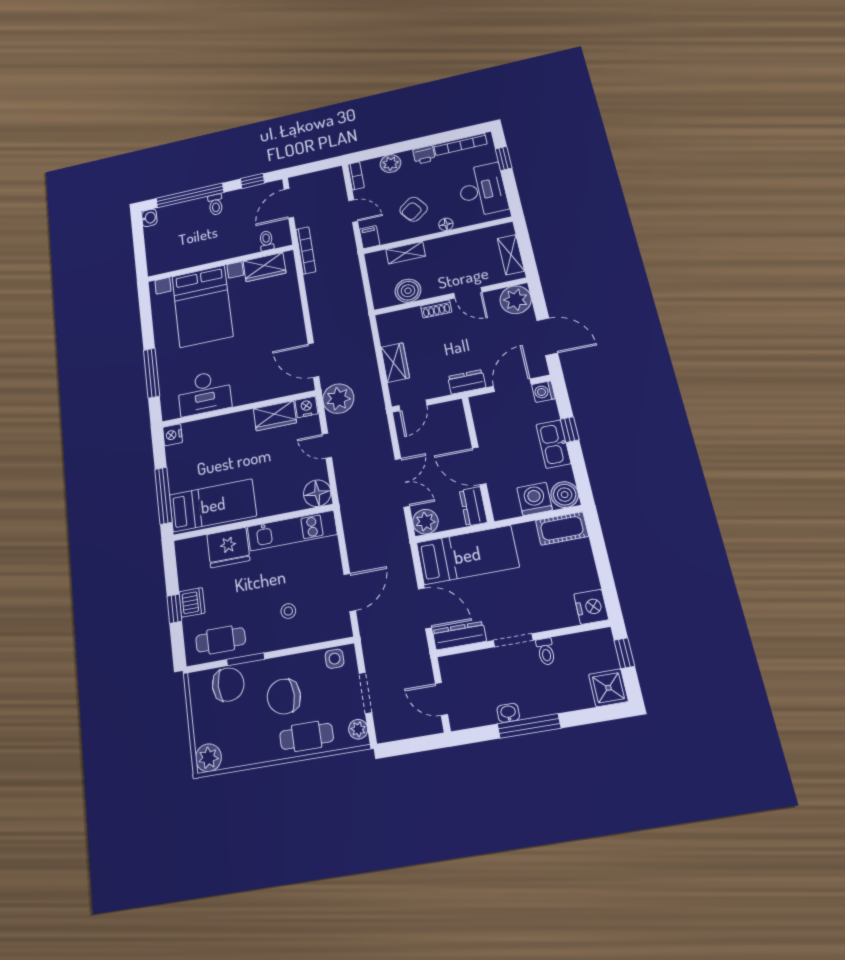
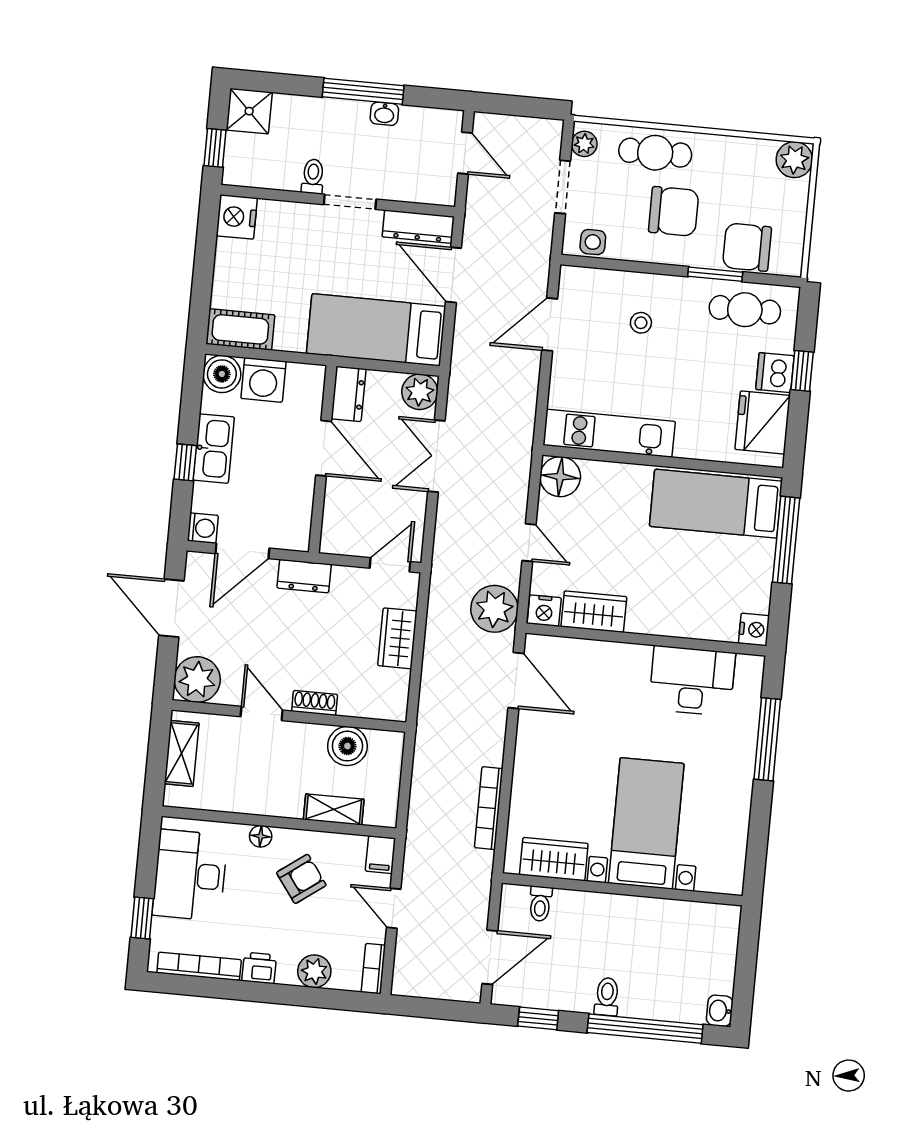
bookcase: (306, 250) -> (489, 808), moved
bed with nightstands: (202, 306) -> (646, 823), width x0.73
fridge: (228, 547) -> (763, 422), moved, turned -90

